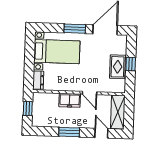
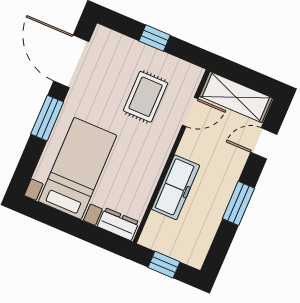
rug: (118, 67) -> (146, 97), moved, turned 90
door: (90, 93) -> (190, 112), moved
freezer: (70, 100) -> (176, 187), width x1.40

